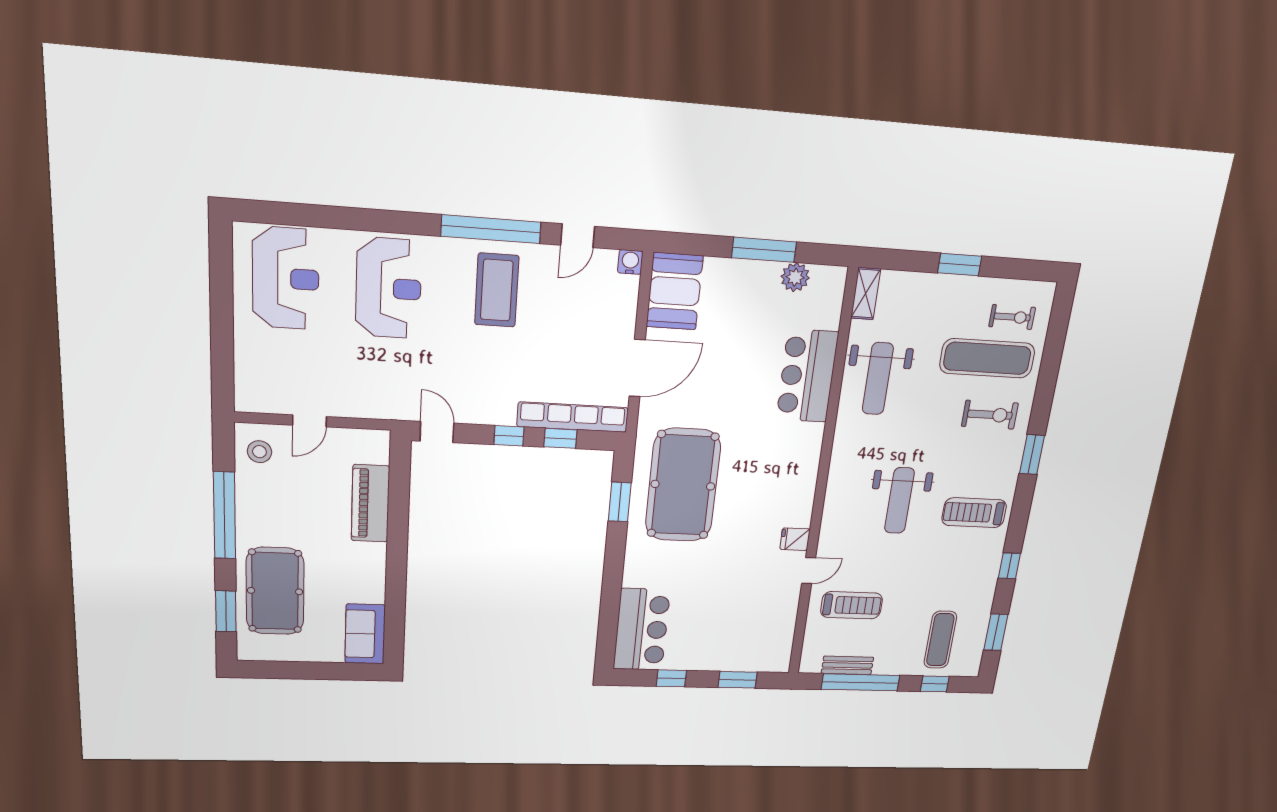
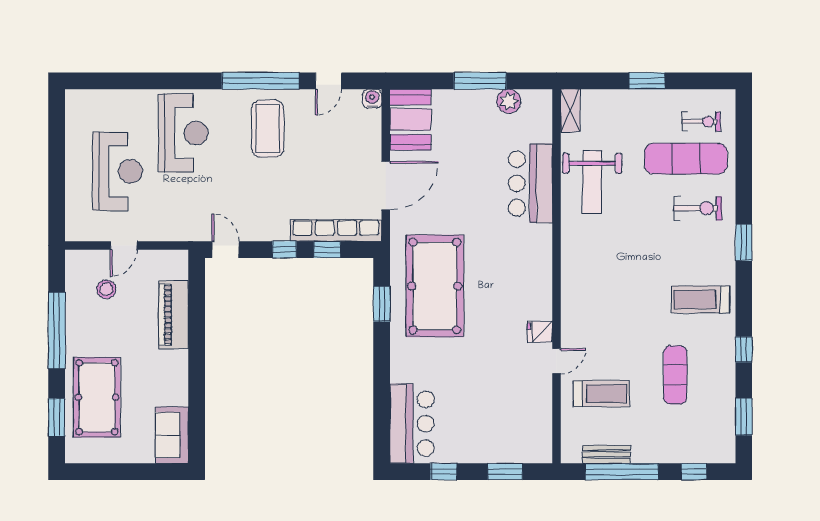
reception desk: (286, 278) -> (118, 171), moved
stool: (259, 452) -> (106, 289), moved
weight bench: (899, 501) -> (629, 291), removed
exercise mat: (940, 640) -> (675, 375), moved

